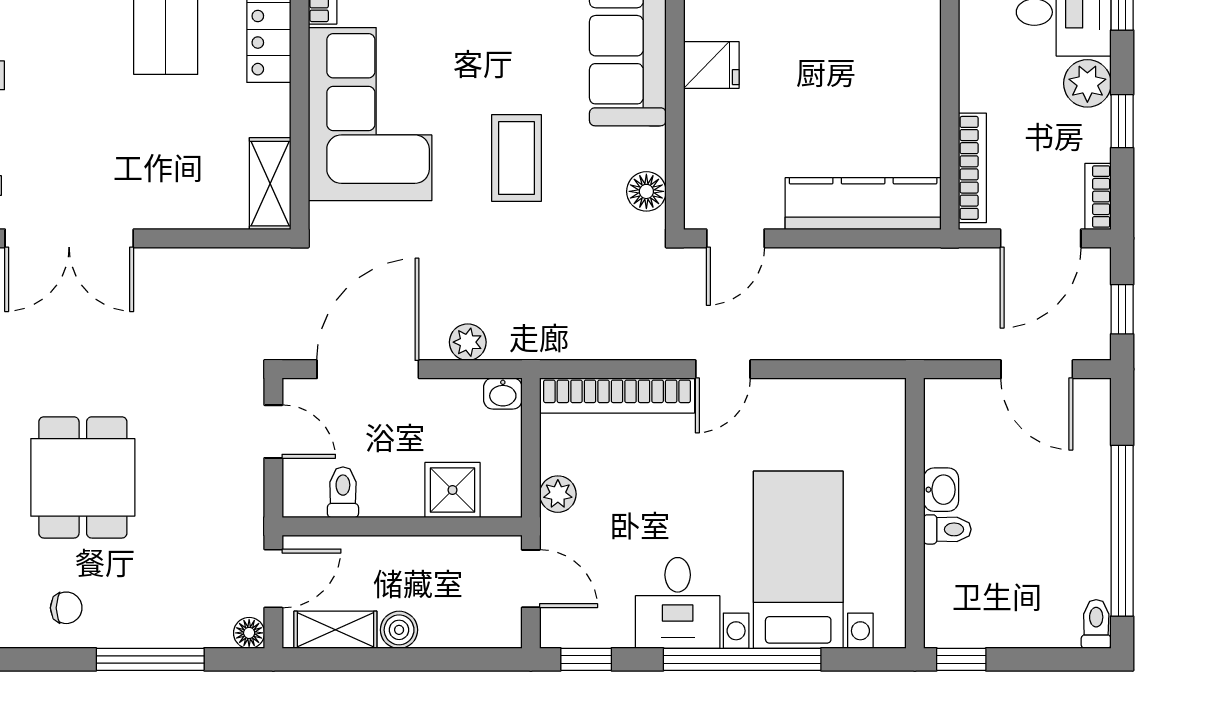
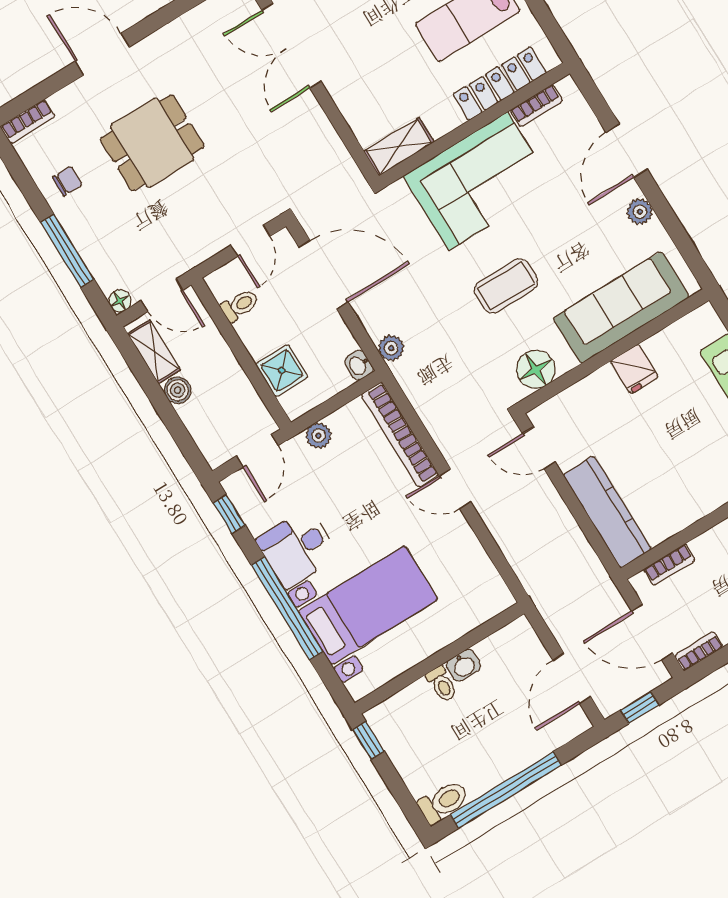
bookcase: (972, 168) -> (669, 565), width x0.64
floor lamp: (646, 191) -> (536, 369), width x1.38, depth x1.38
plant: (468, 342) -> (391, 348), moved
chair: (66, 608) -> (67, 181), turned -90
toilet: (1096, 624) -> (444, 802), width x1.37, depth x1.39

